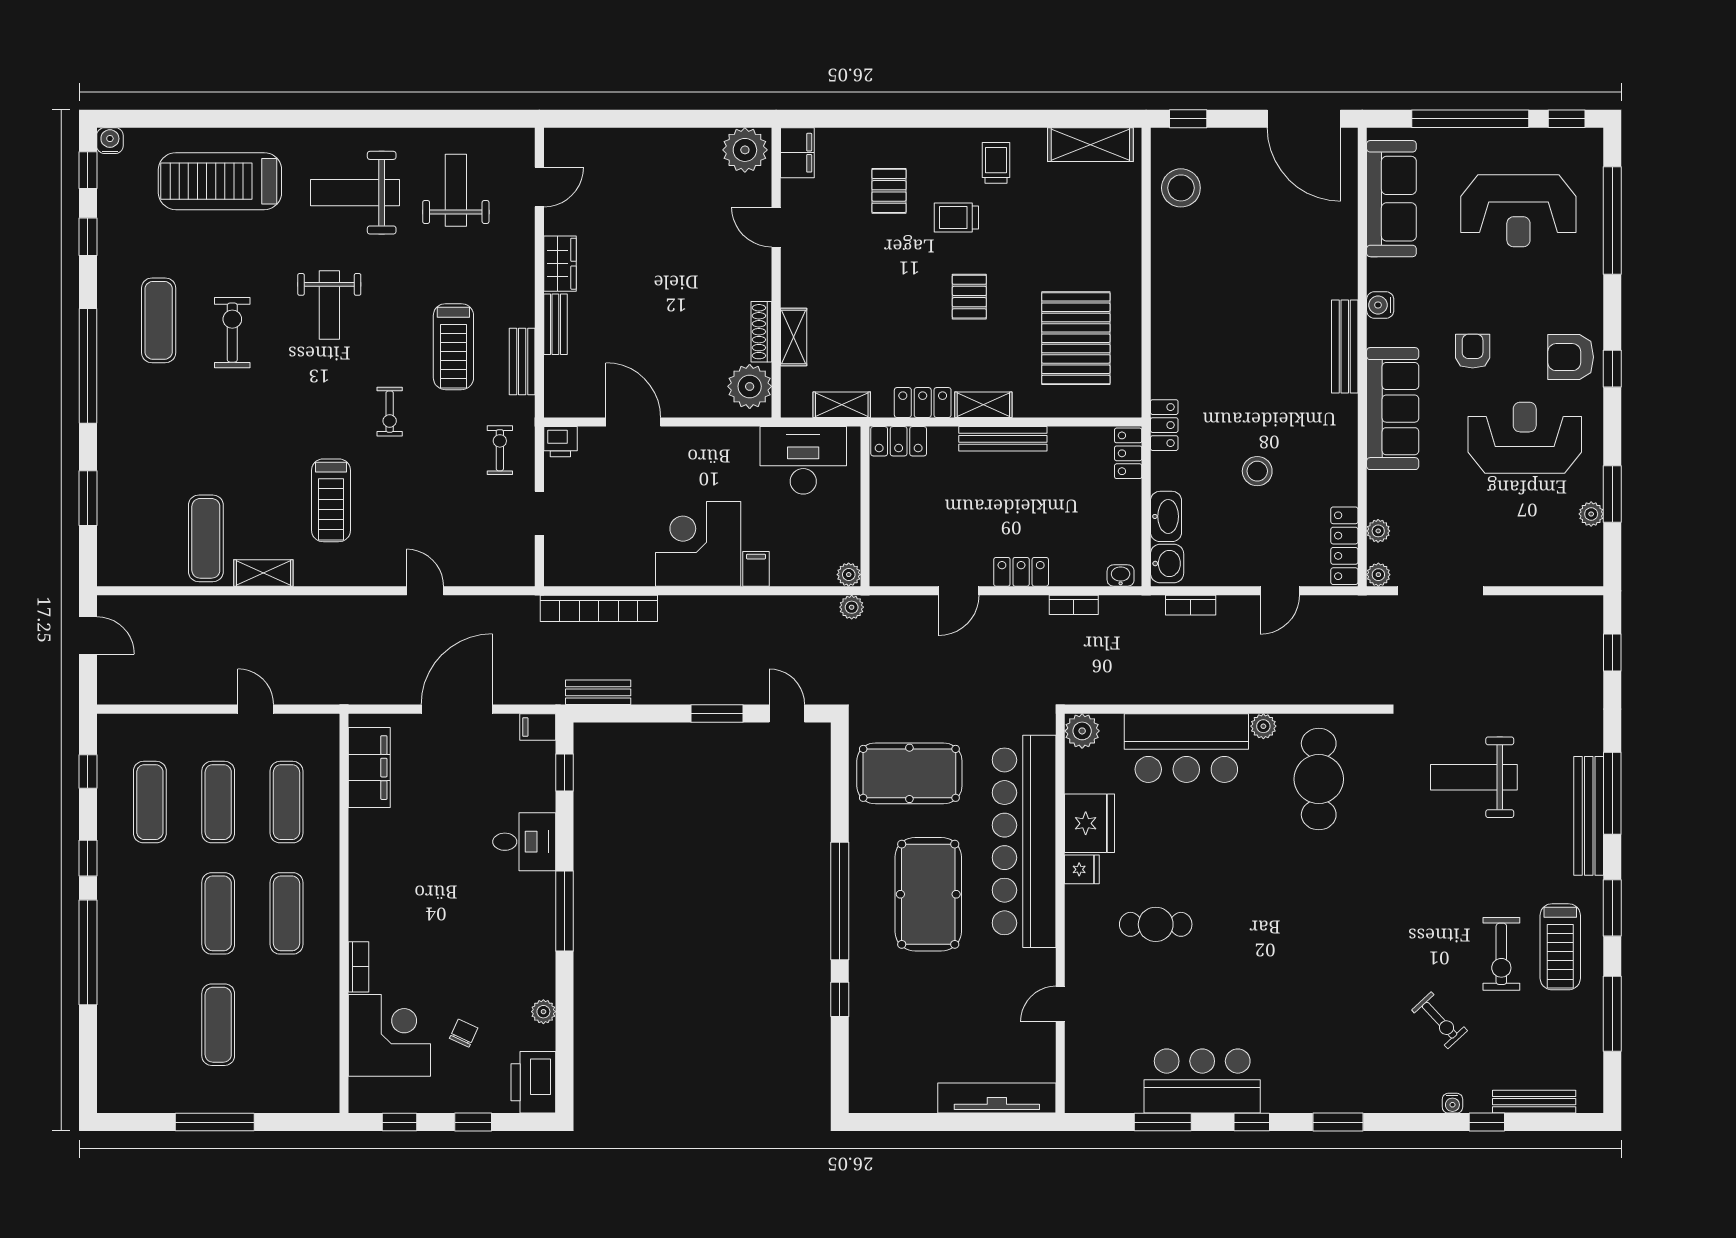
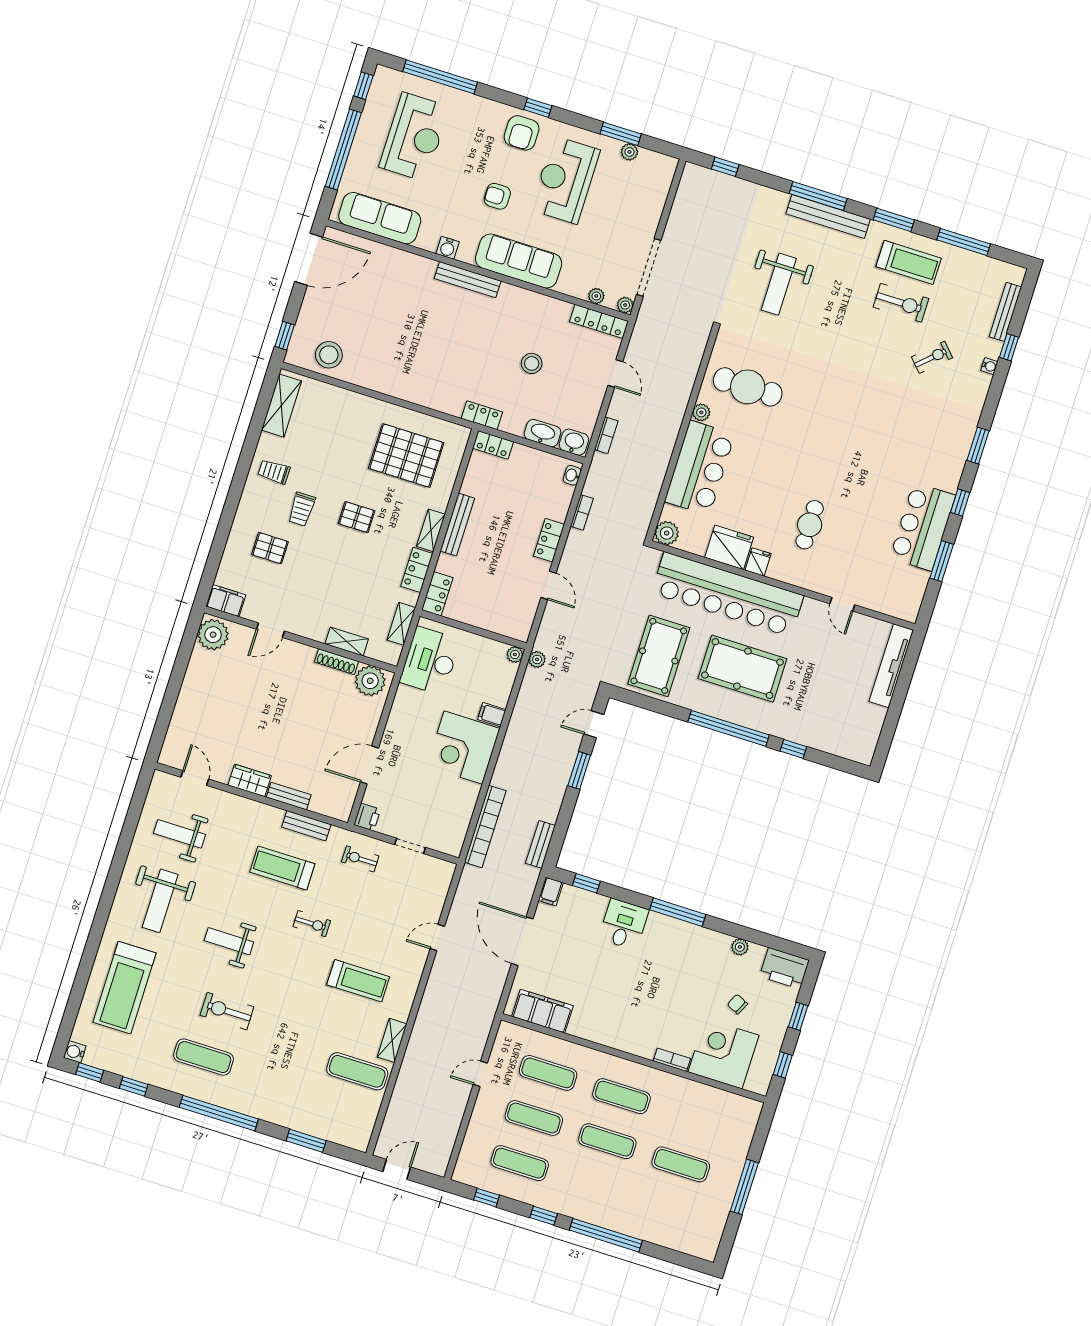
weight bench: (329, 305) -> (229, 941), turned 180
treadmill: (453, 347) -> (282, 868), turned 180

